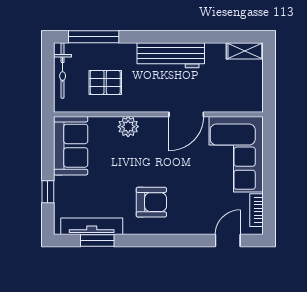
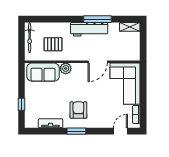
window: (94, 37) -> (97, 19), moved
sofa: (71, 146) -> (43, 72), moved, turned 90
armchair: (151, 202) -> (78, 110), turned -90
tv unit: (92, 226) -> (51, 123), width x0.71
window: (97, 240) -> (76, 131), moved

